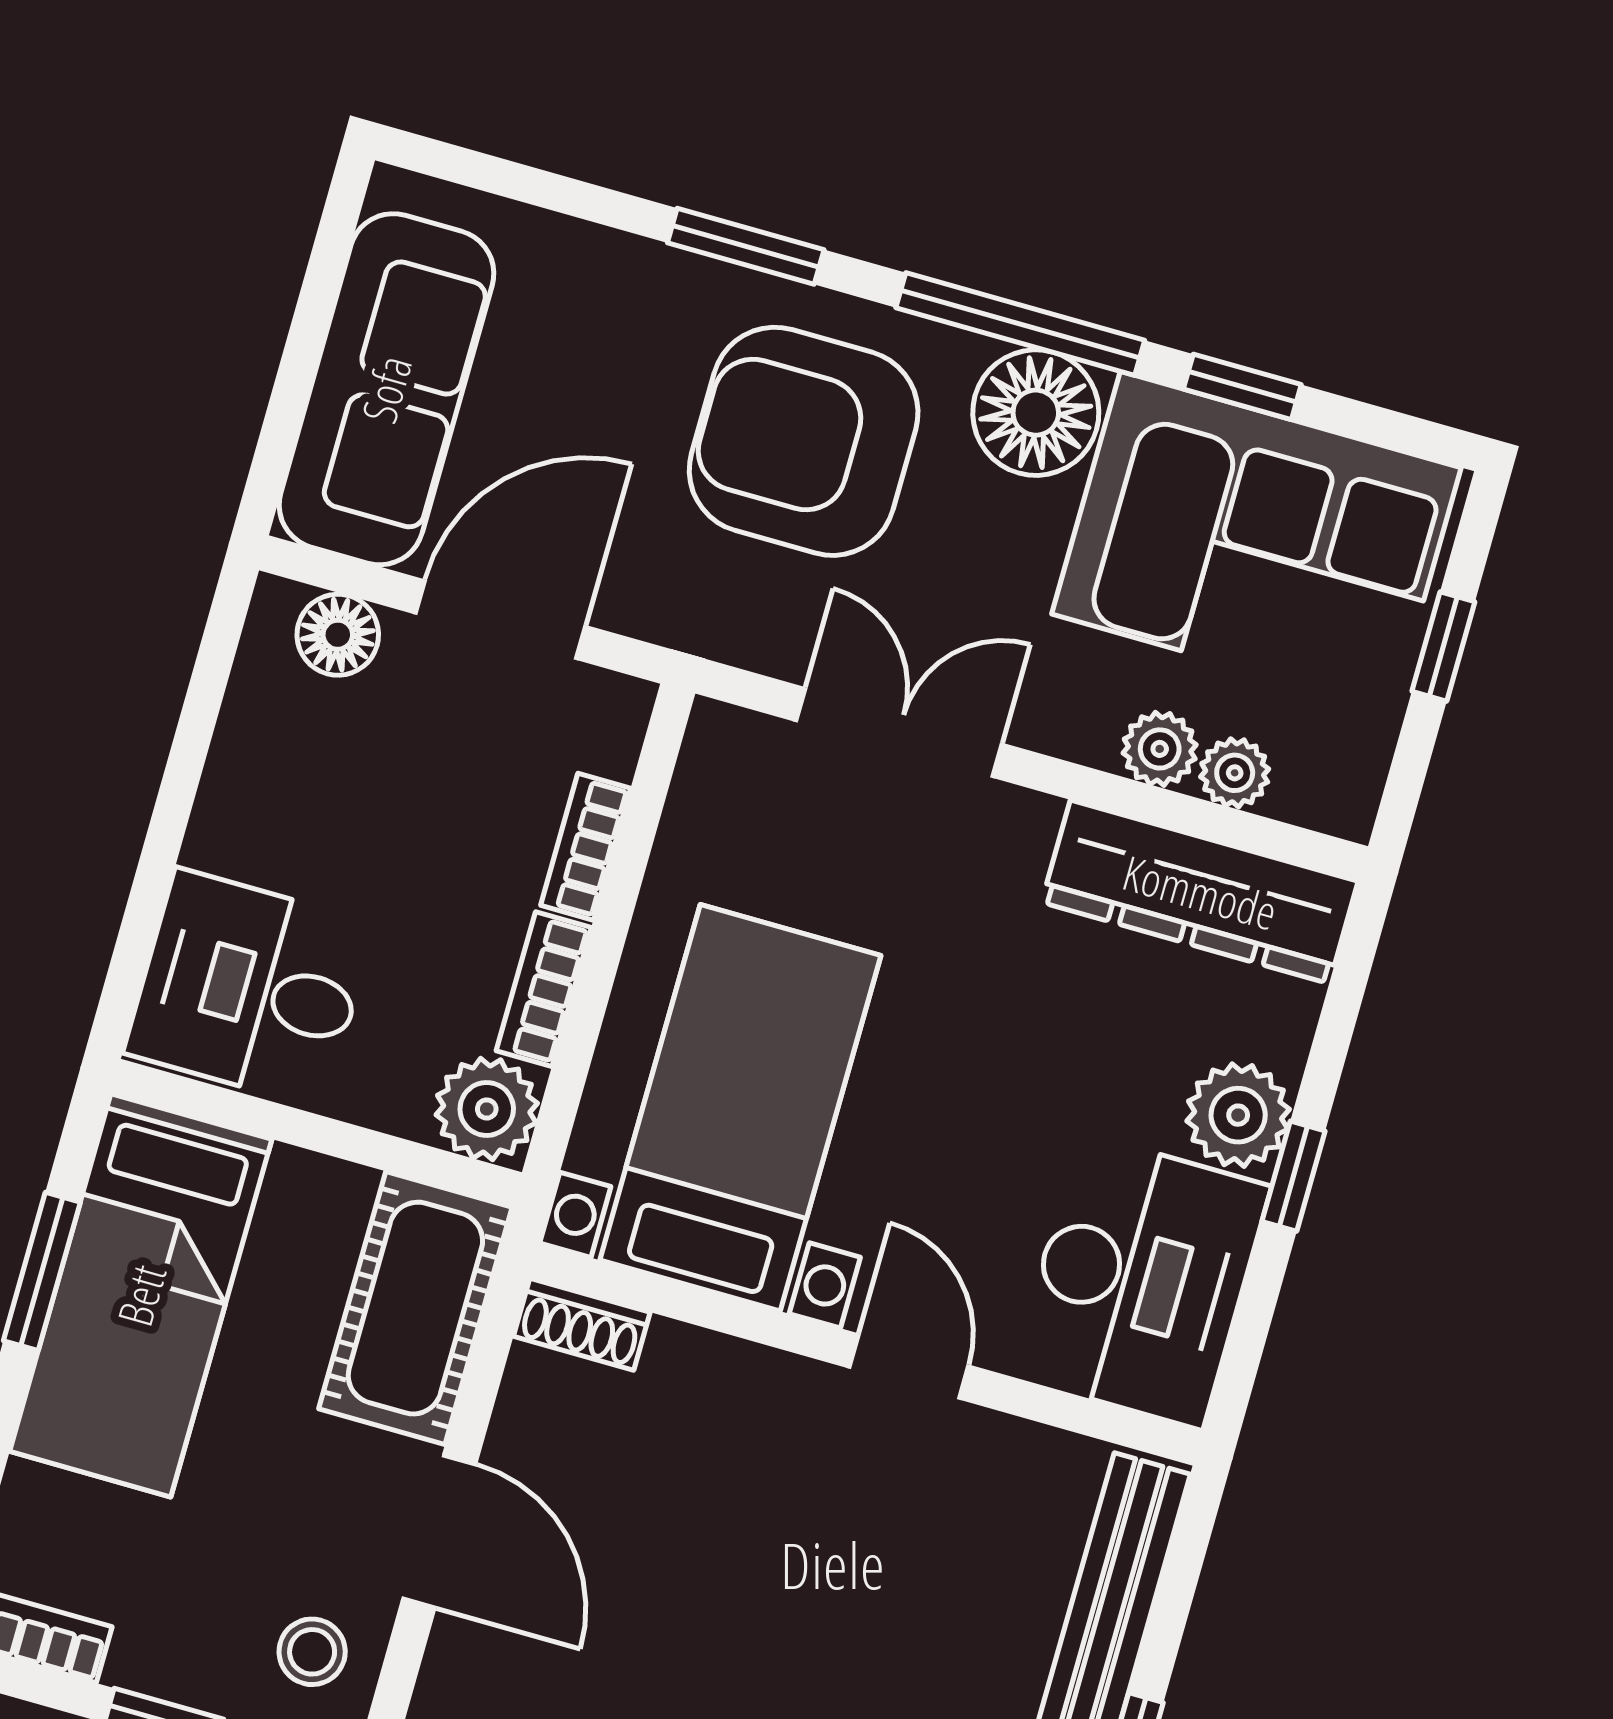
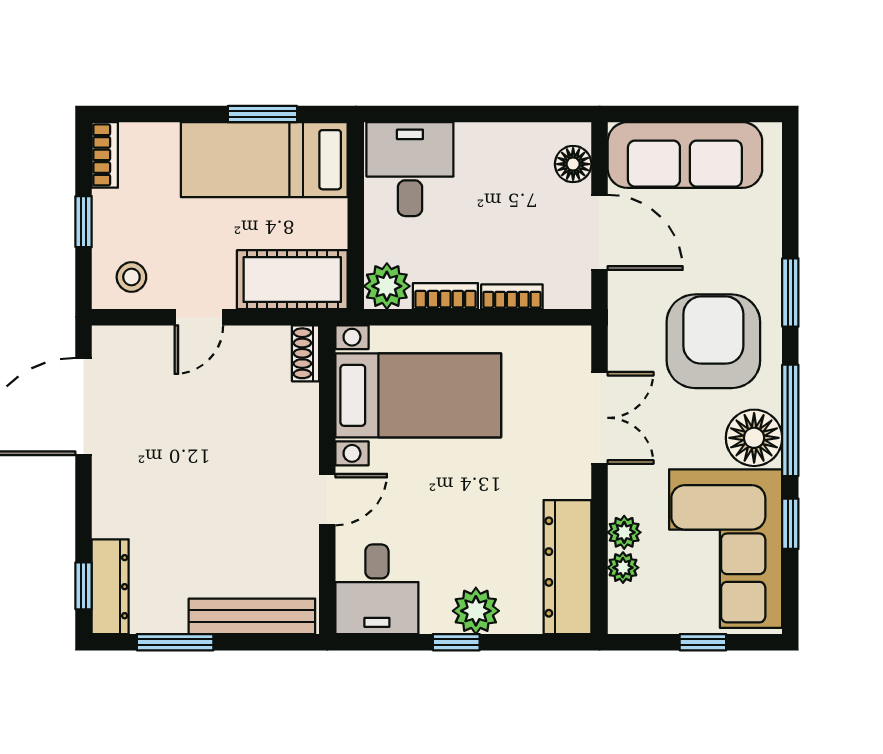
desk: (1141, 1281) -> (377, 589), width x0.73
door: (439, 1531) -> (199, 317), width x0.73

